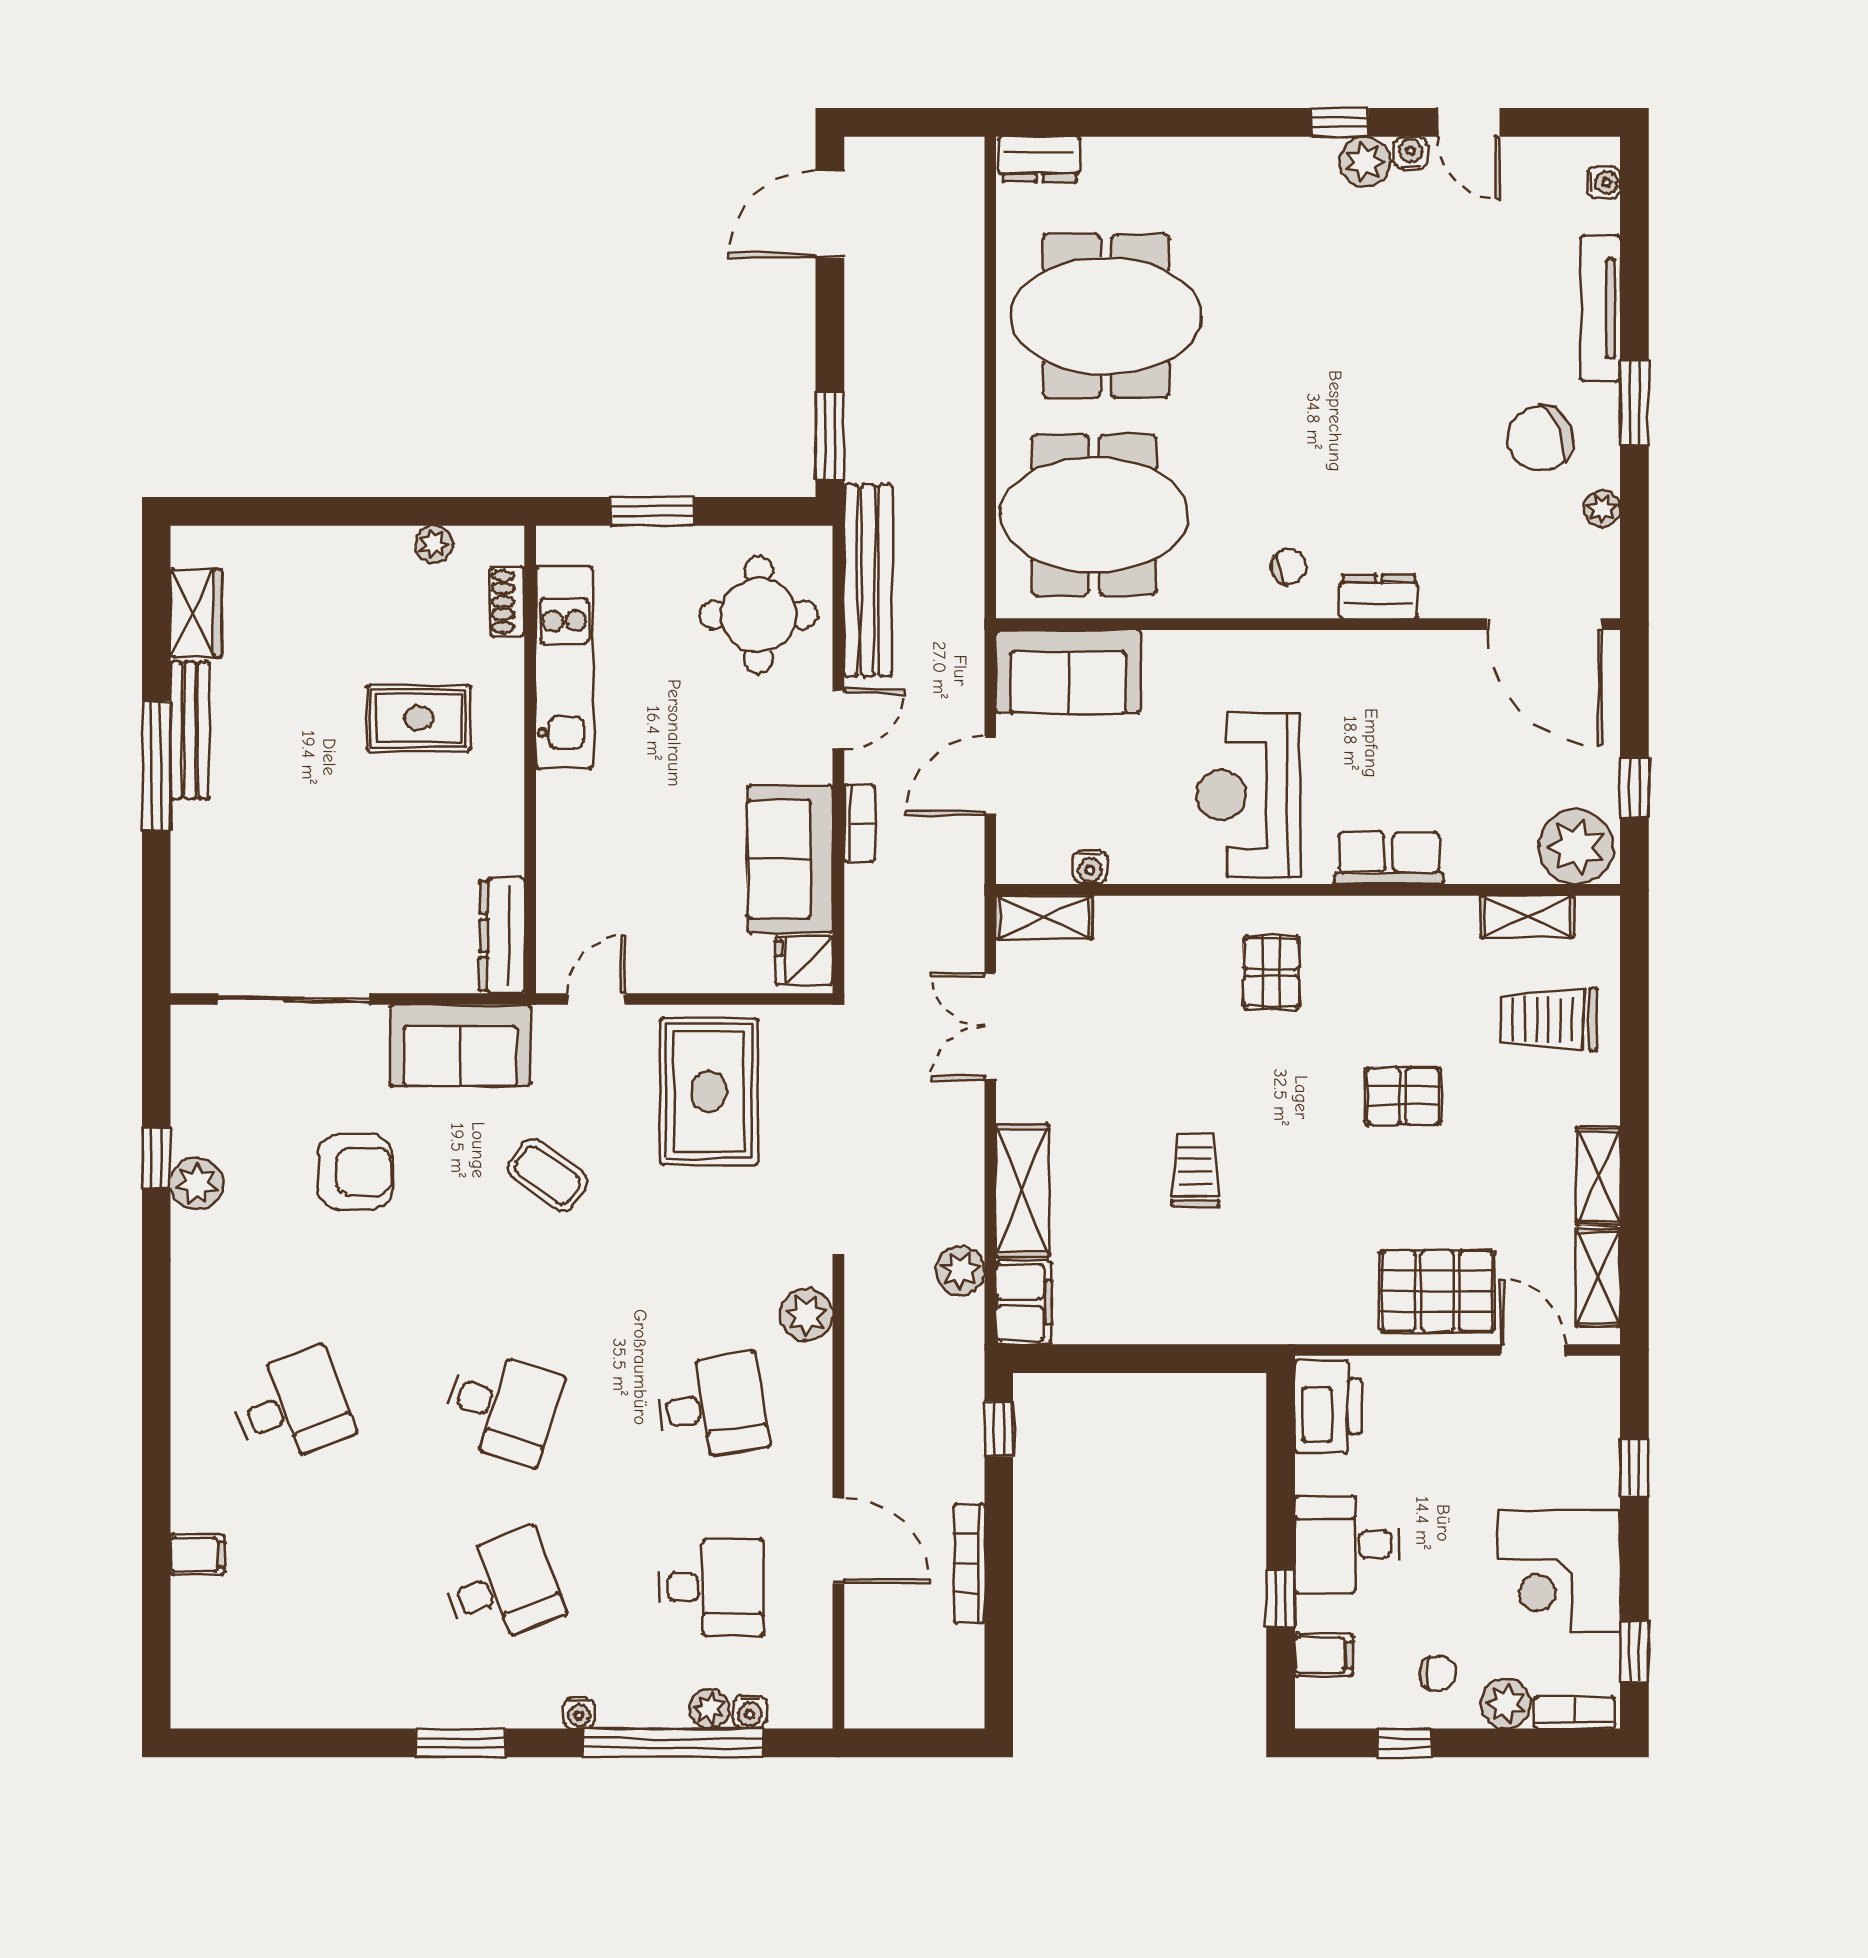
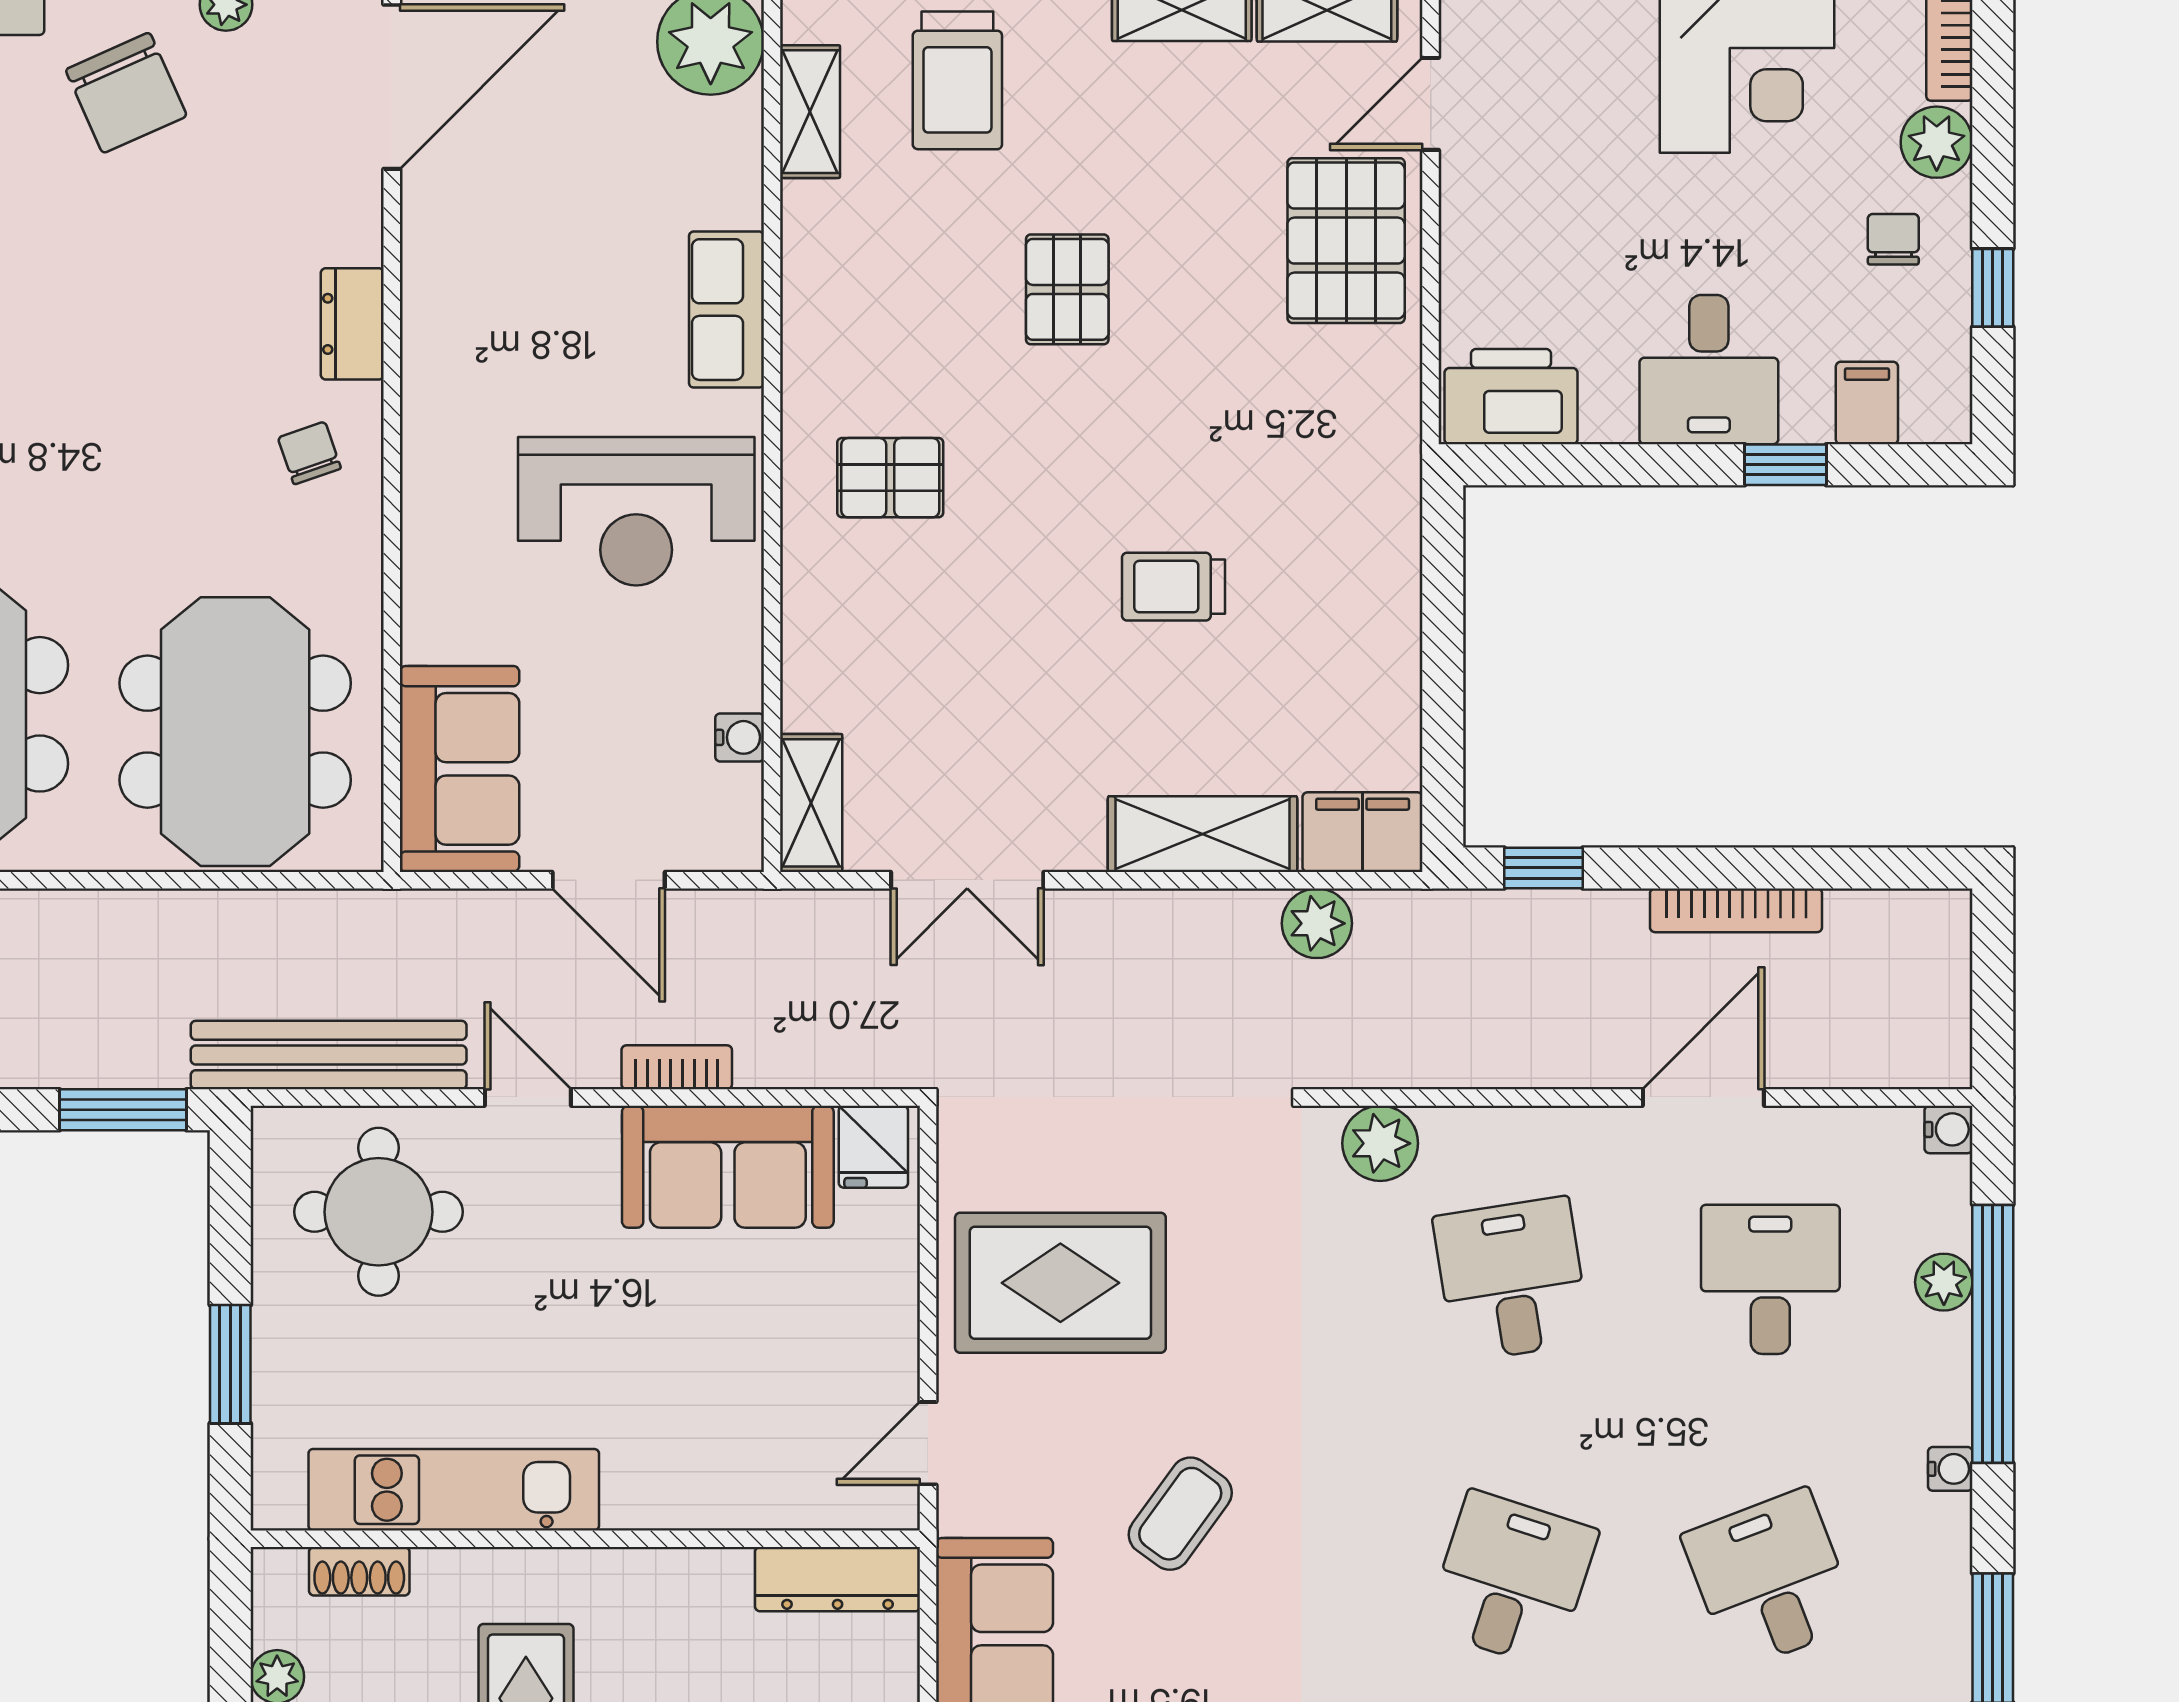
door: (597, 999) -> (928, 1443), hinge flipped
water cooler: (750, 1712) -> (1948, 1129), moved

